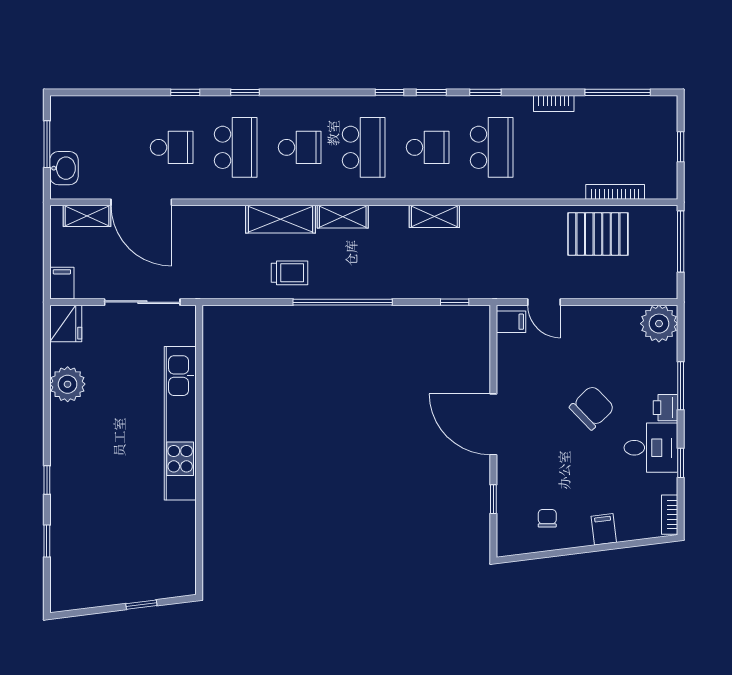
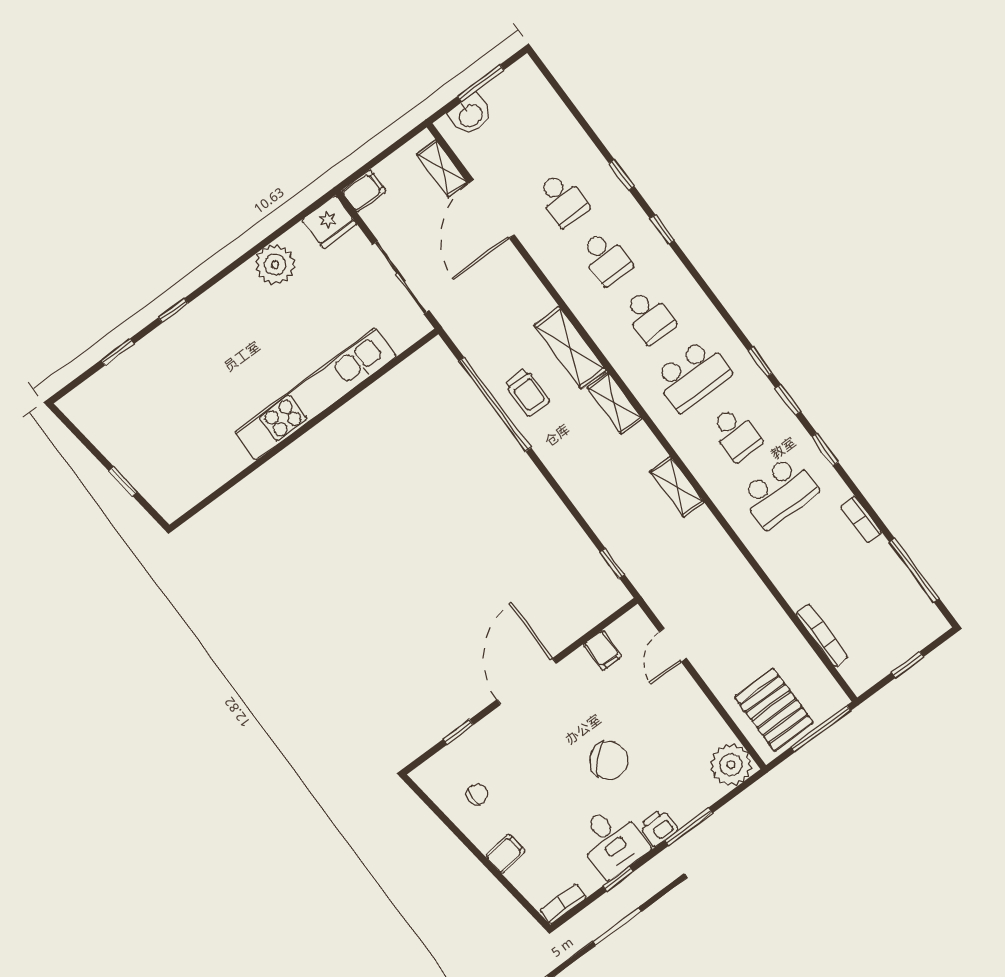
school desk: (236, 147) -> (606, 258), width x0.54
pallet: (598, 234) -> (774, 710), moved
window: (343, 302) -> (495, 404), moved
filing cabinet: (511, 322) -> (603, 650), moved

